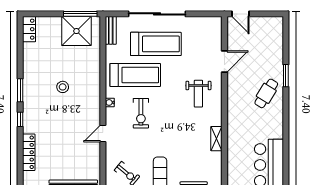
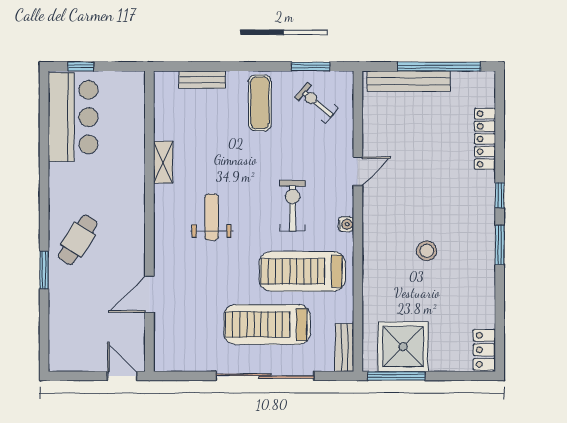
weight bench: (198, 94) -> (212, 217), moved

